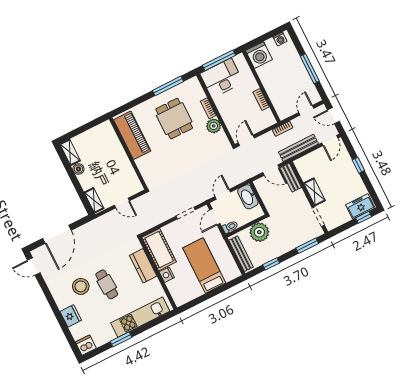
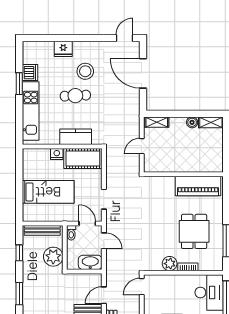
dining table: (174, 119) -> (194, 231), turned 90
door: (246, 140) -> (142, 287), swing flipped
dishwasher: (86, 345) -> (30, 73), moved

